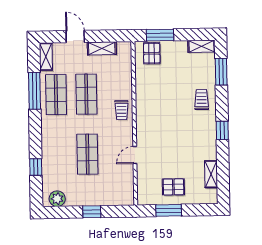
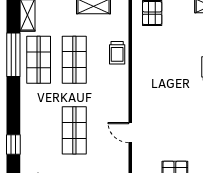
trolley: (122, 110) -> (117, 53), moved
door: (135, 155) -> (130, 133), hinge flipped

